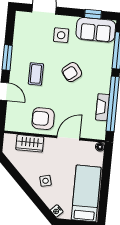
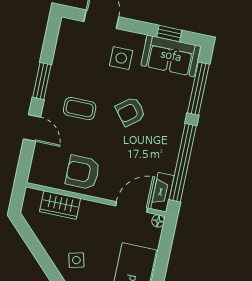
coffee table: (36, 74) -> (80, 109), turned 90
fireplace: (103, 107) -> (162, 192), moved
door: (68, 138) -> (132, 207), moved

